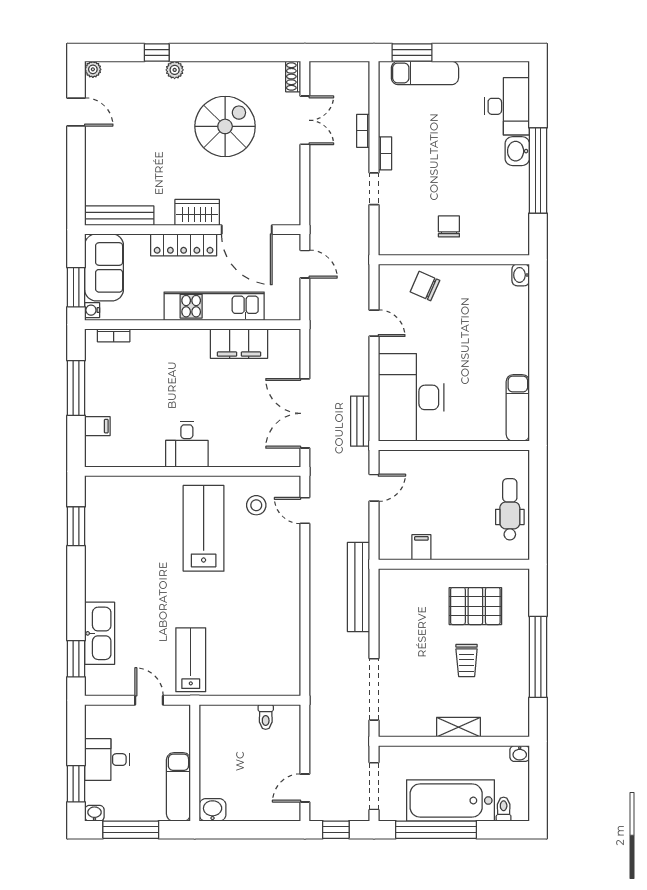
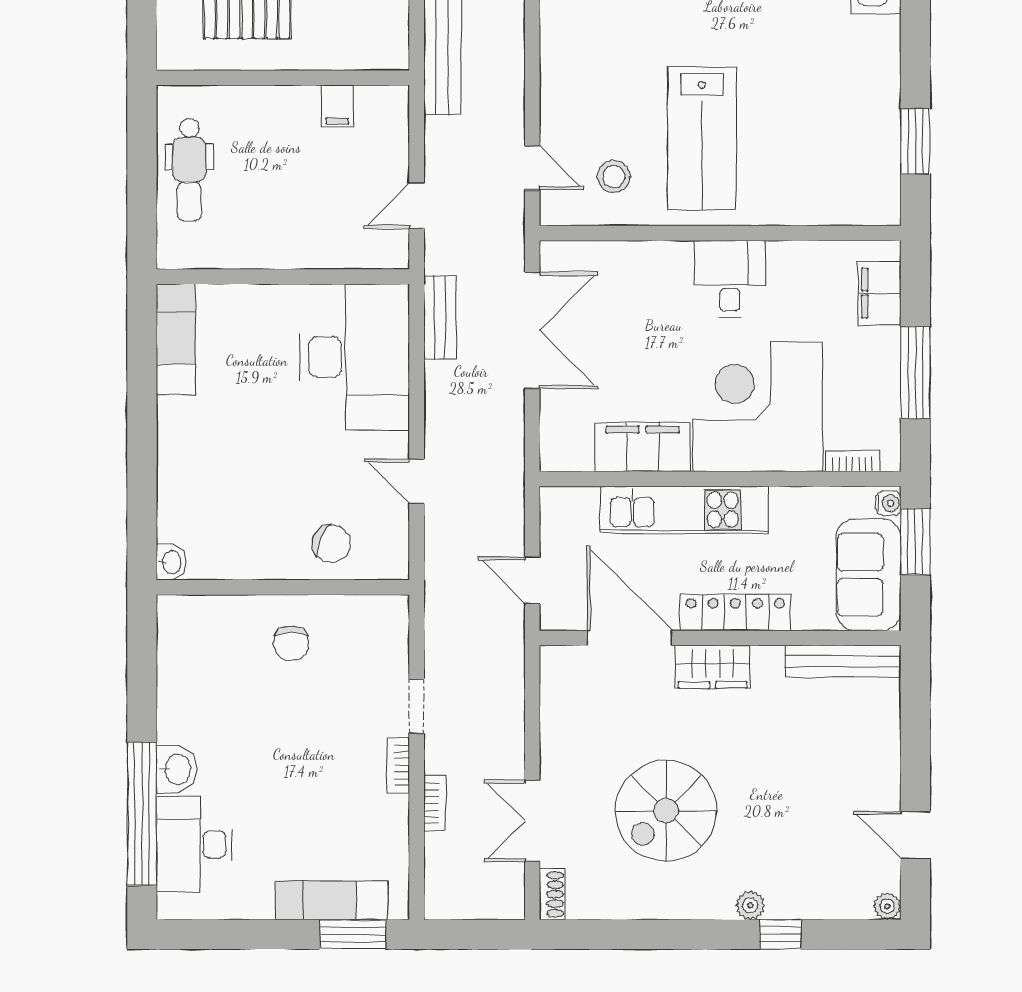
window: (538, 170) -> (142, 814), moved
corner desk: (170, 368) -> (758, 407), added
filing cabinet: (97, 426) -> (880, 293), width x2.00

